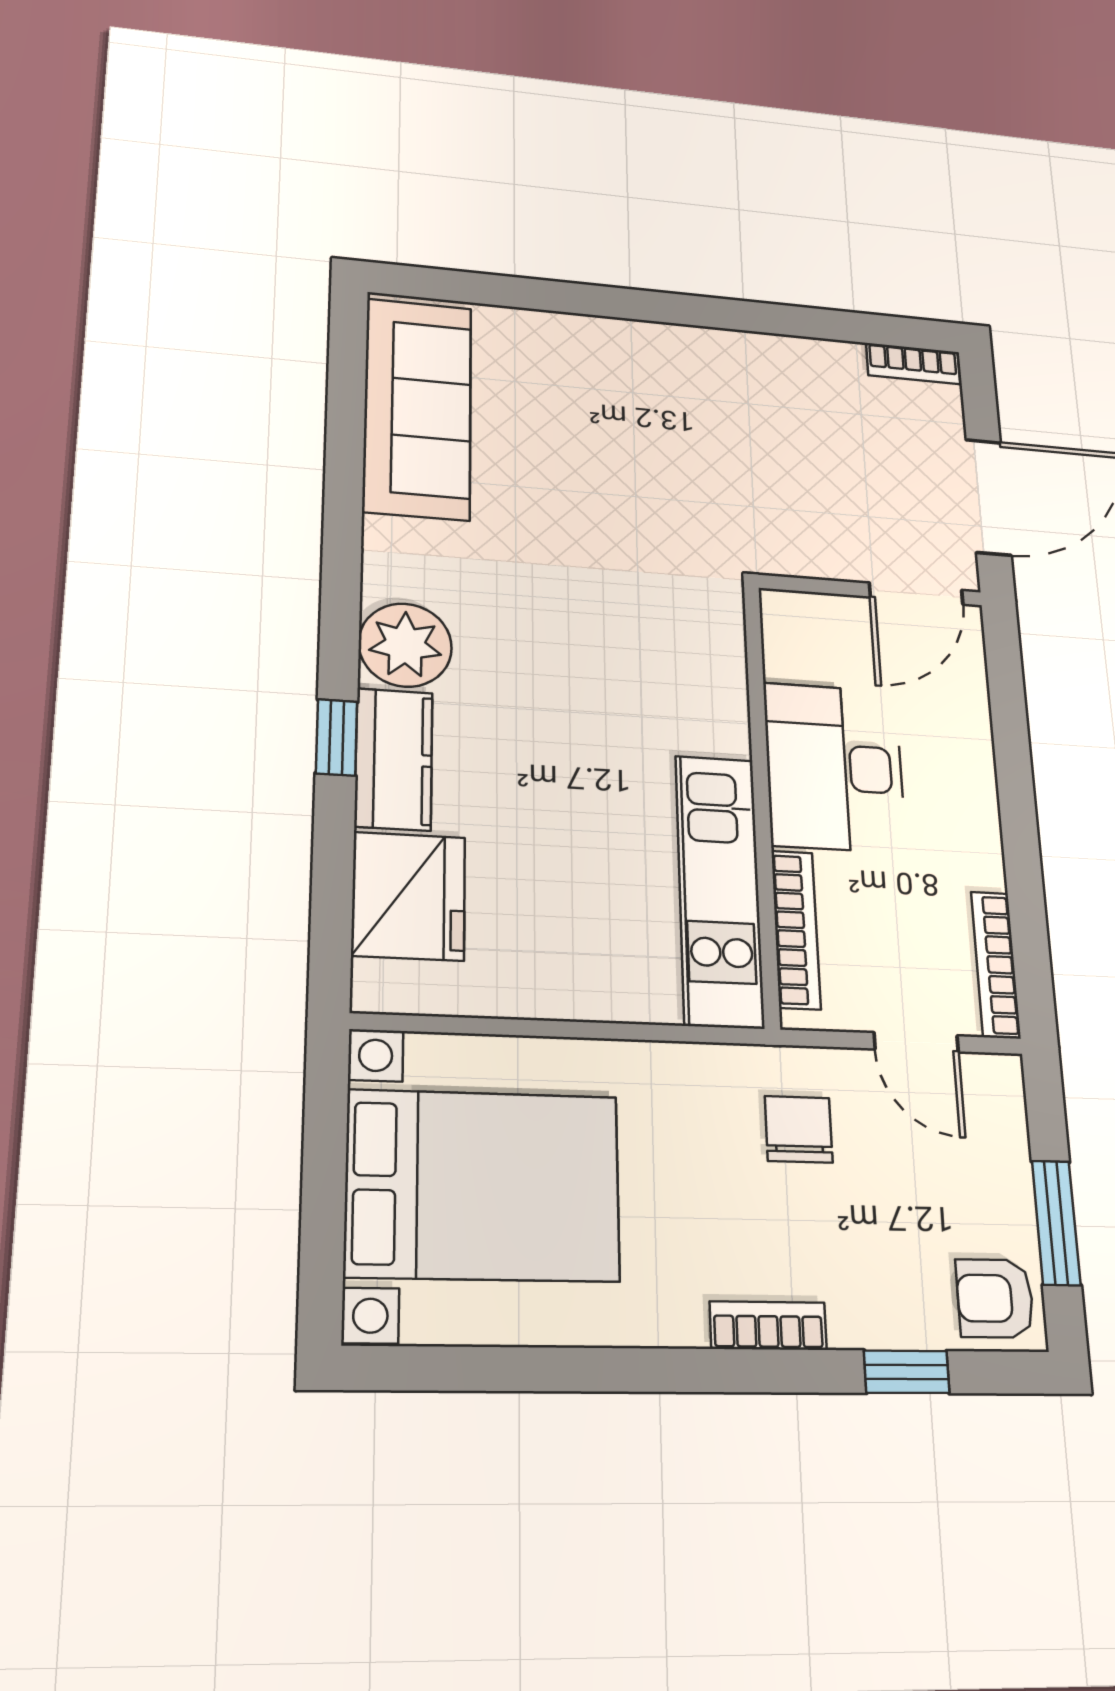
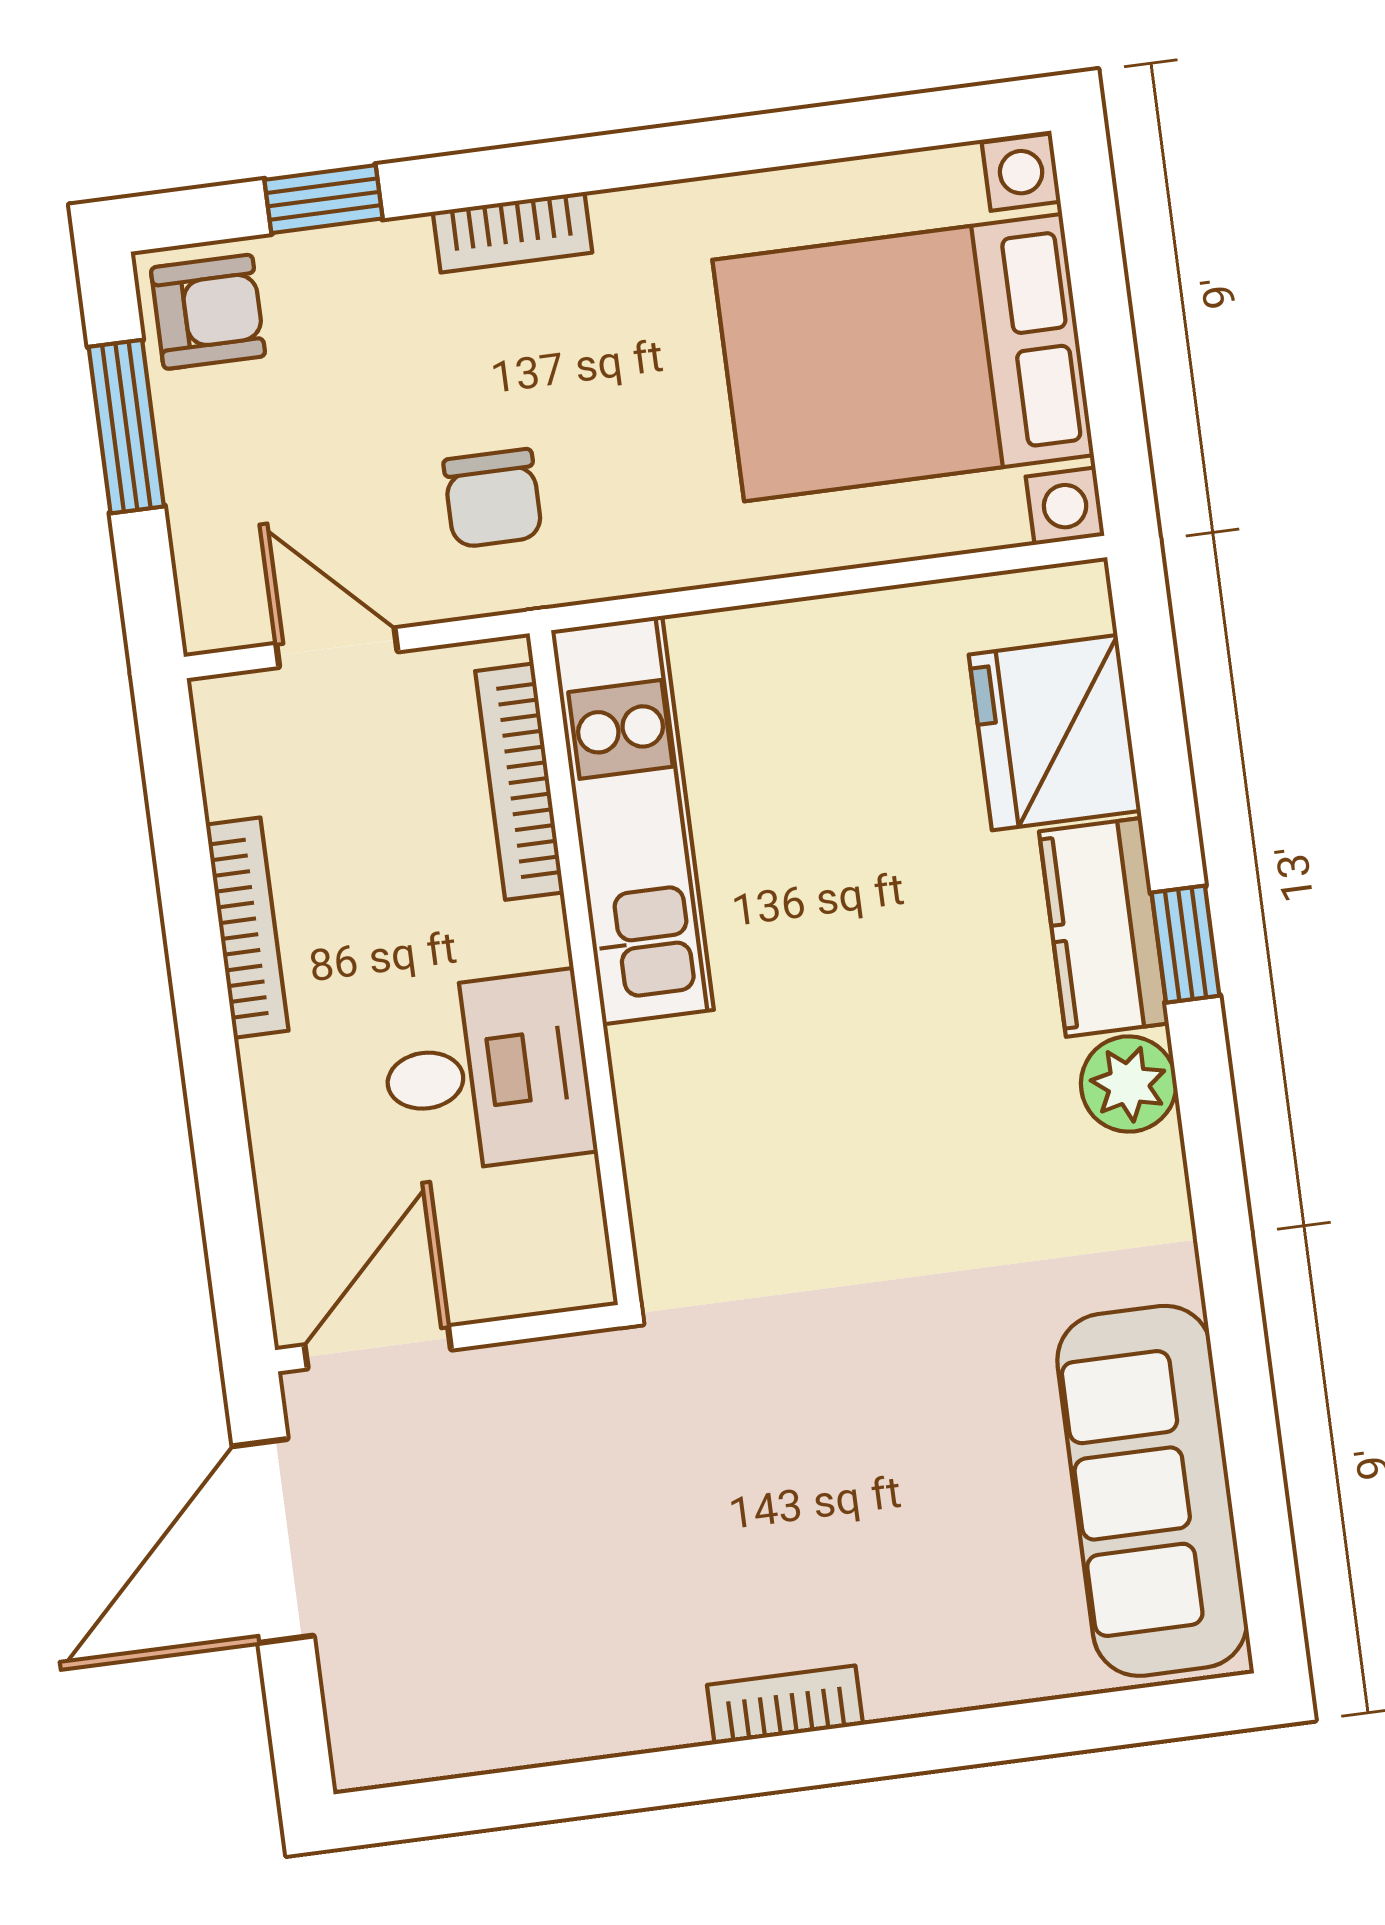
bookcase: (913, 364) -> (785, 1705), moved
plant: (405, 645) -> (1129, 1084), width x0.73, depth x0.73
desk: (835, 767) -> (487, 1073), width x0.73
bookcase: (996, 965) -> (247, 928), moved

